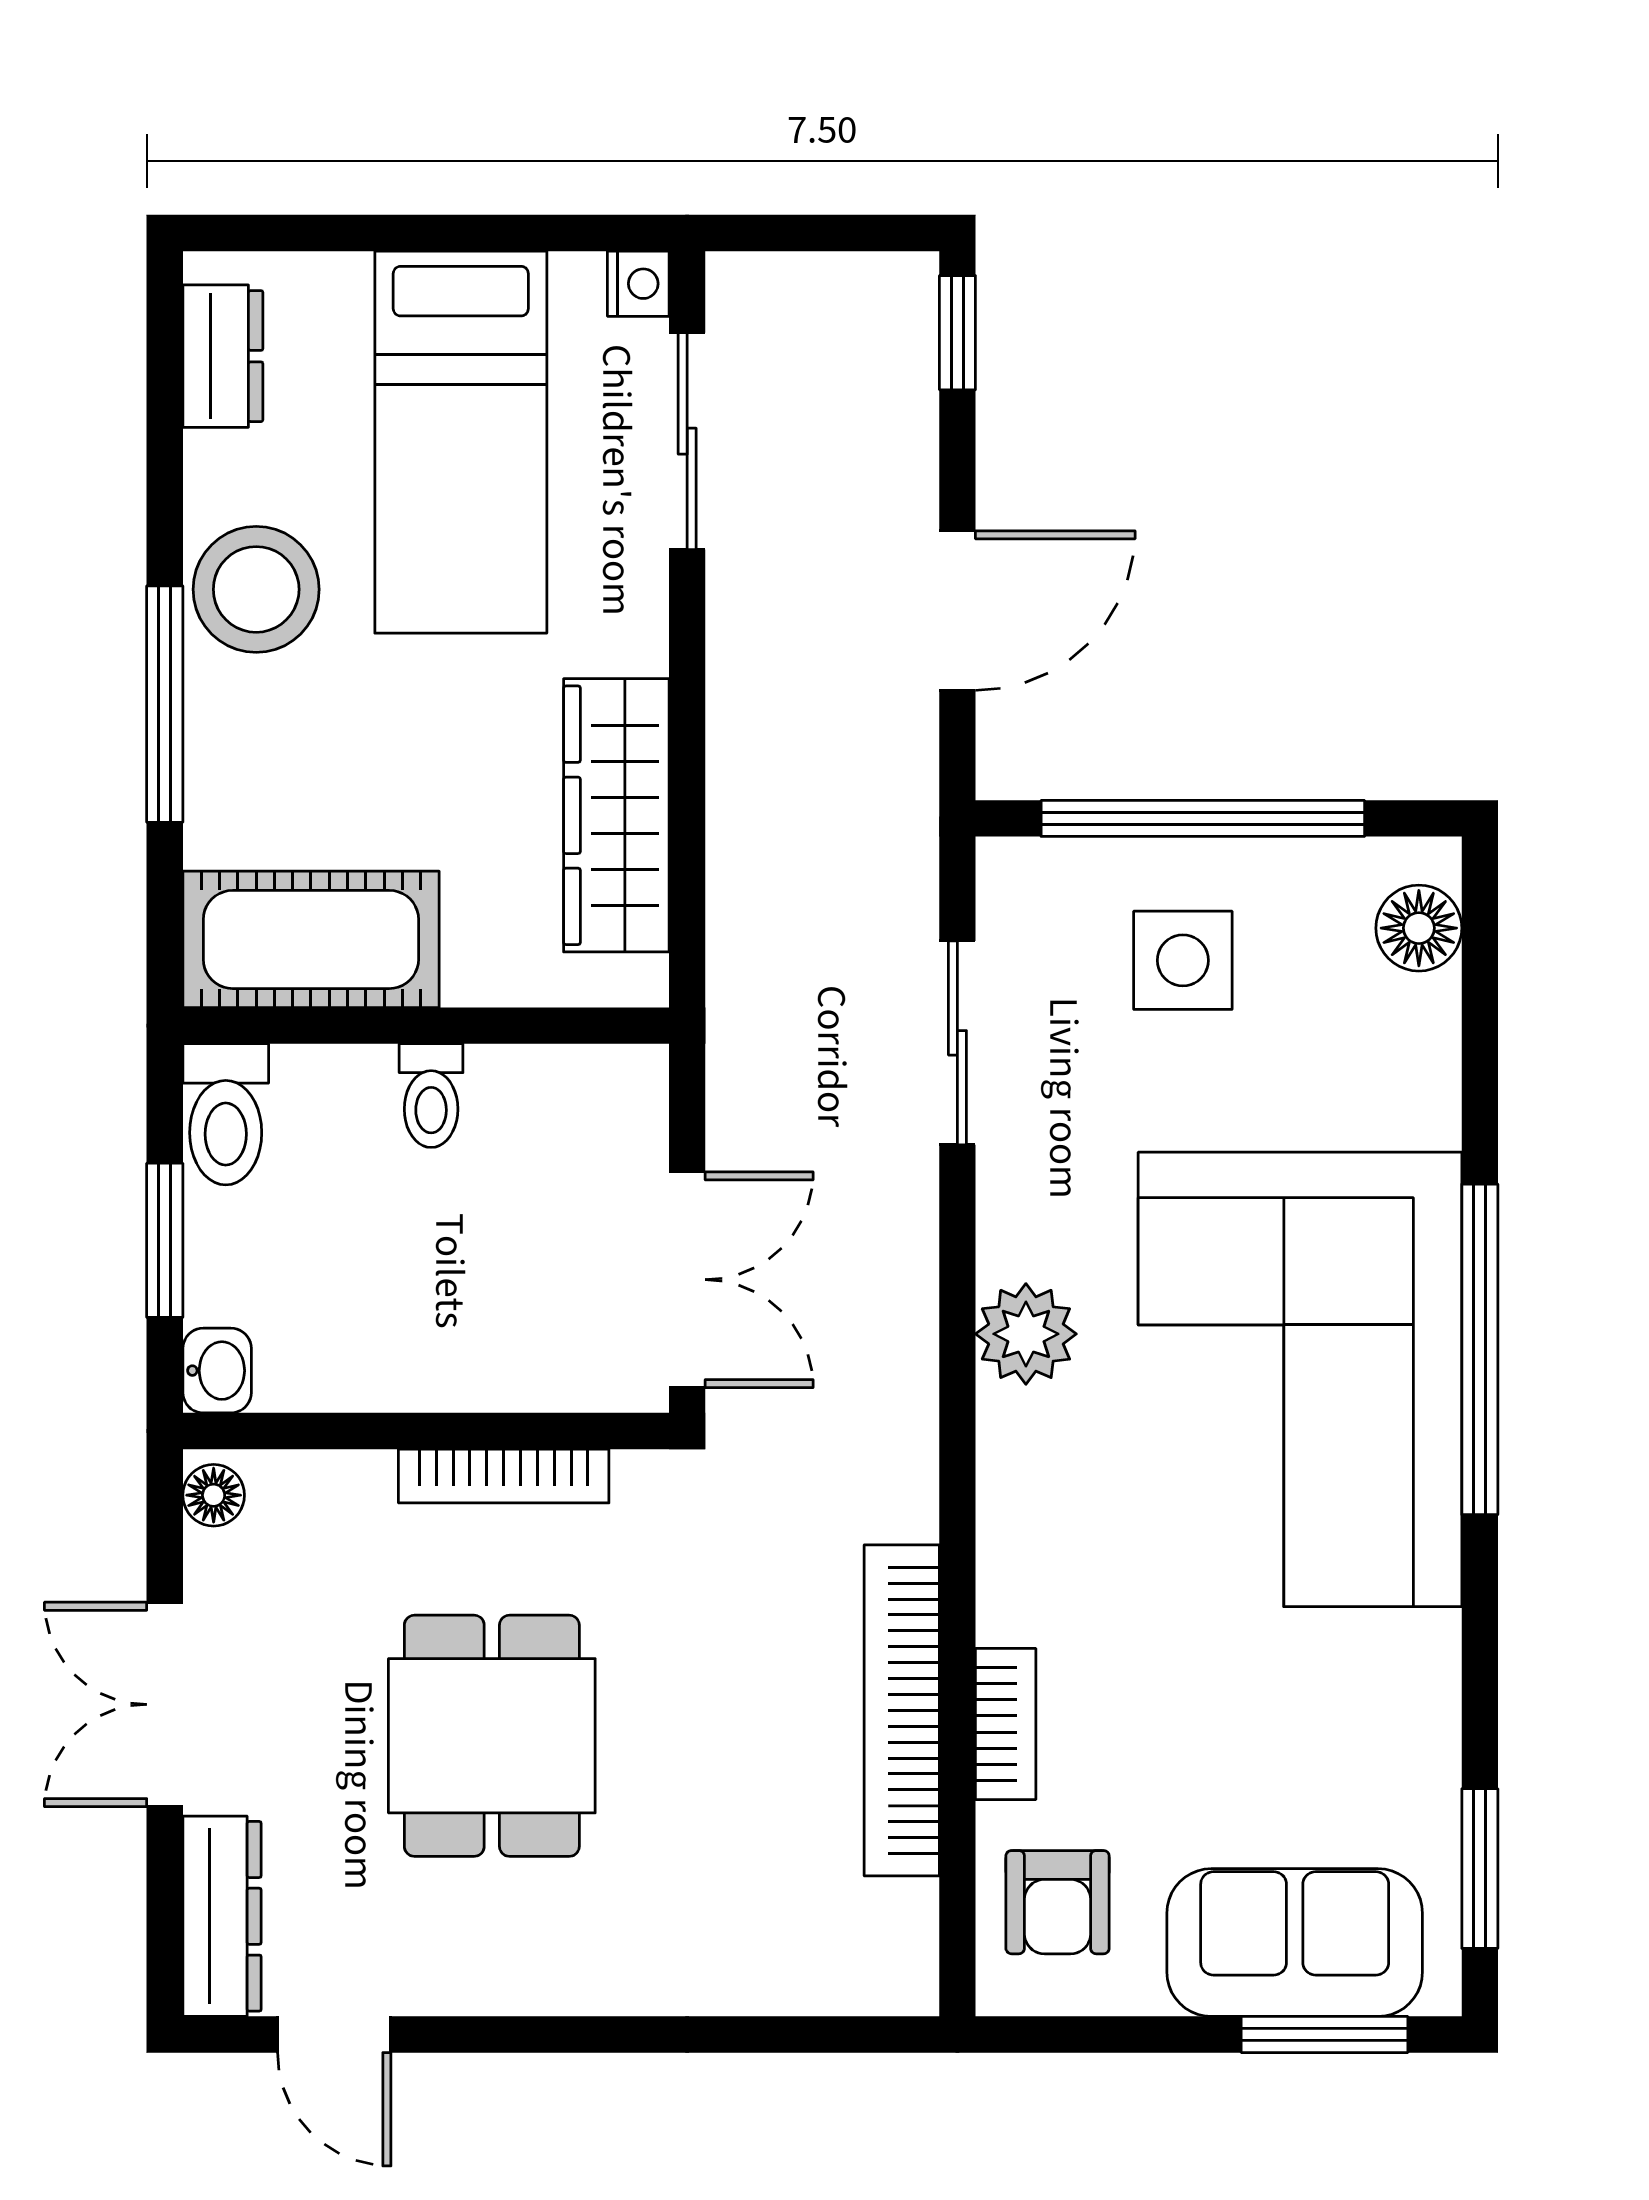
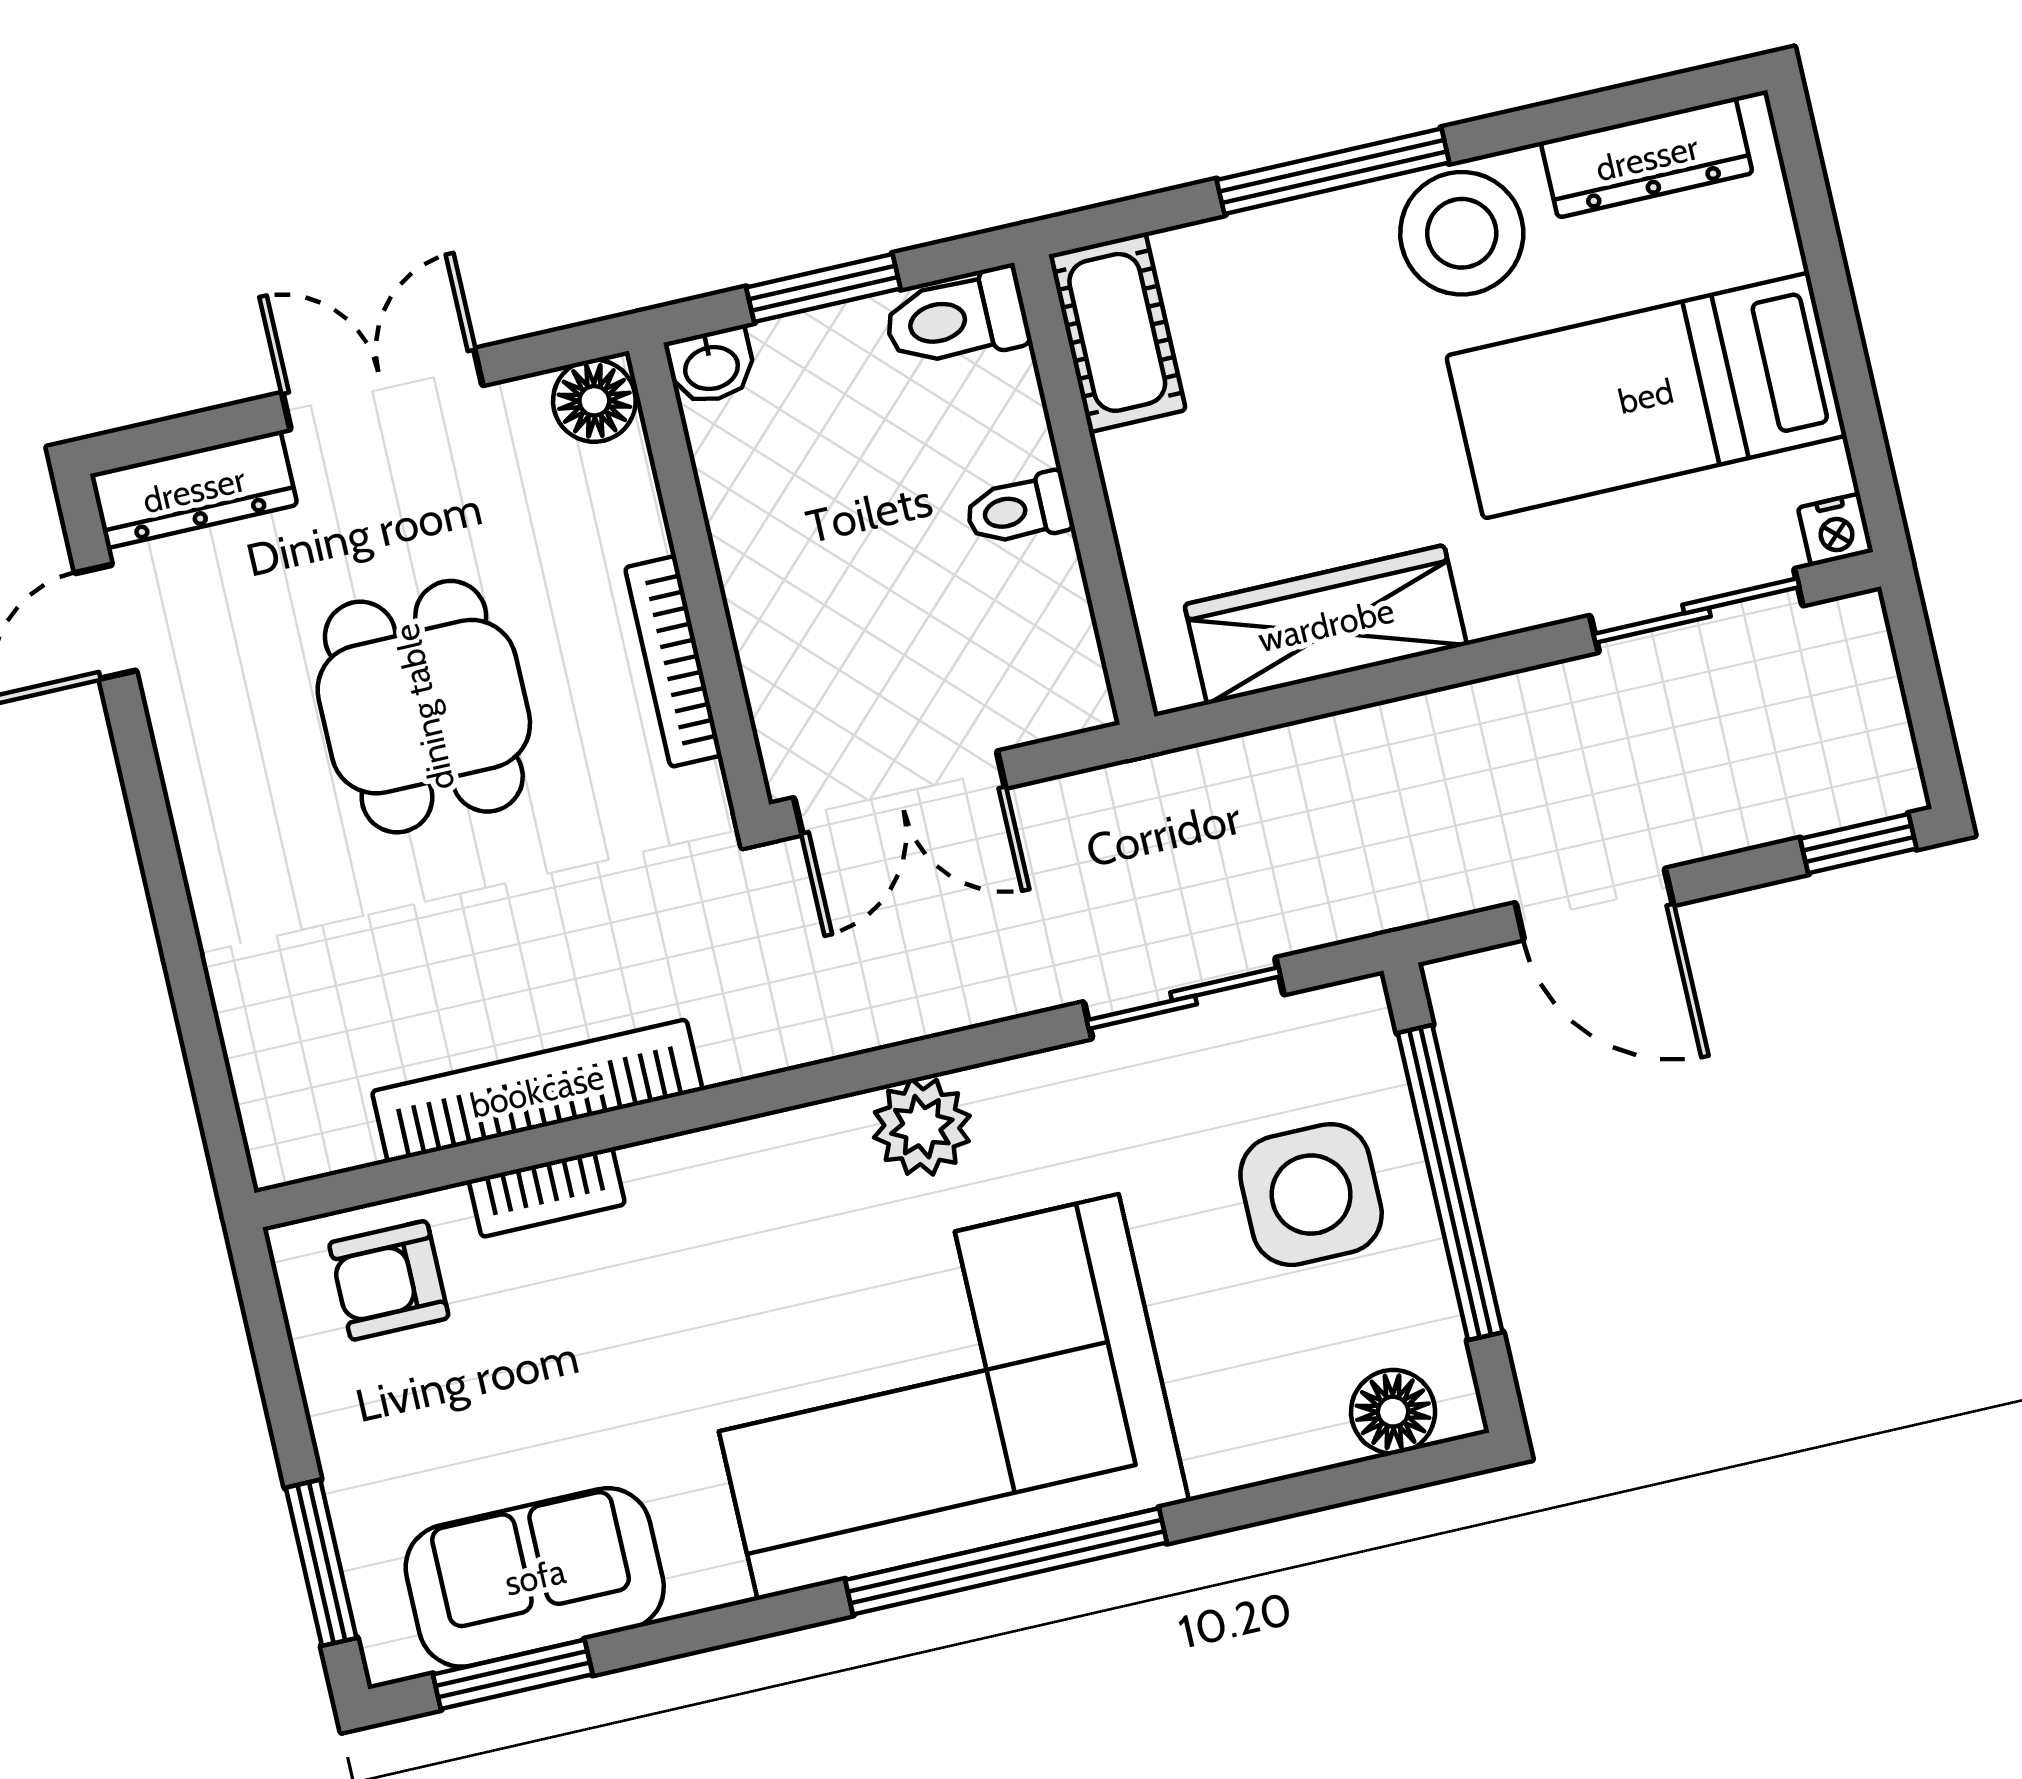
dresser: (223, 356) -> (1647, 158), width x1.44
cot: (311, 939) -> (1117, 332), width x0.73, depth x0.75
side table: (1183, 960) -> (1311, 1195), width x1.37, depth x1.37
floor lamp: (214, 1495) -> (594, 401), width x1.37, depth x1.37
dining table: (492, 1736) -> (424, 707), turned 90
sofa: (1295, 1943) -> (535, 1577), moved, turned -90

